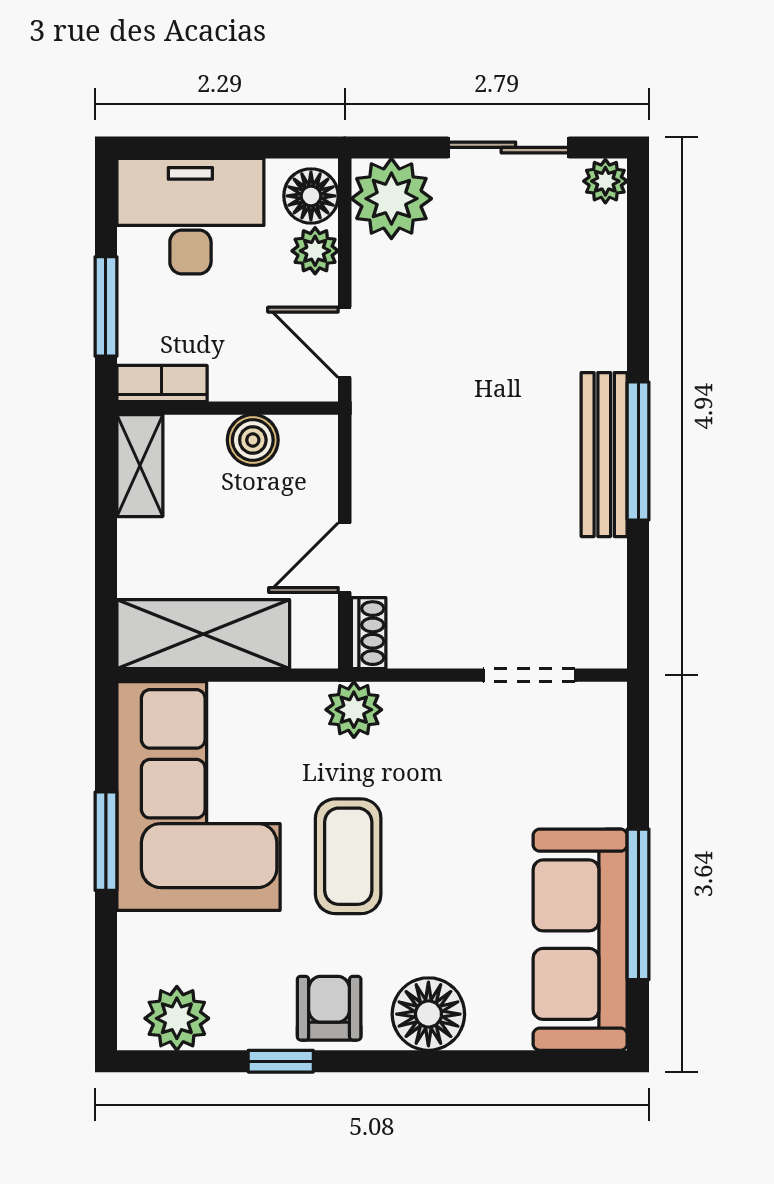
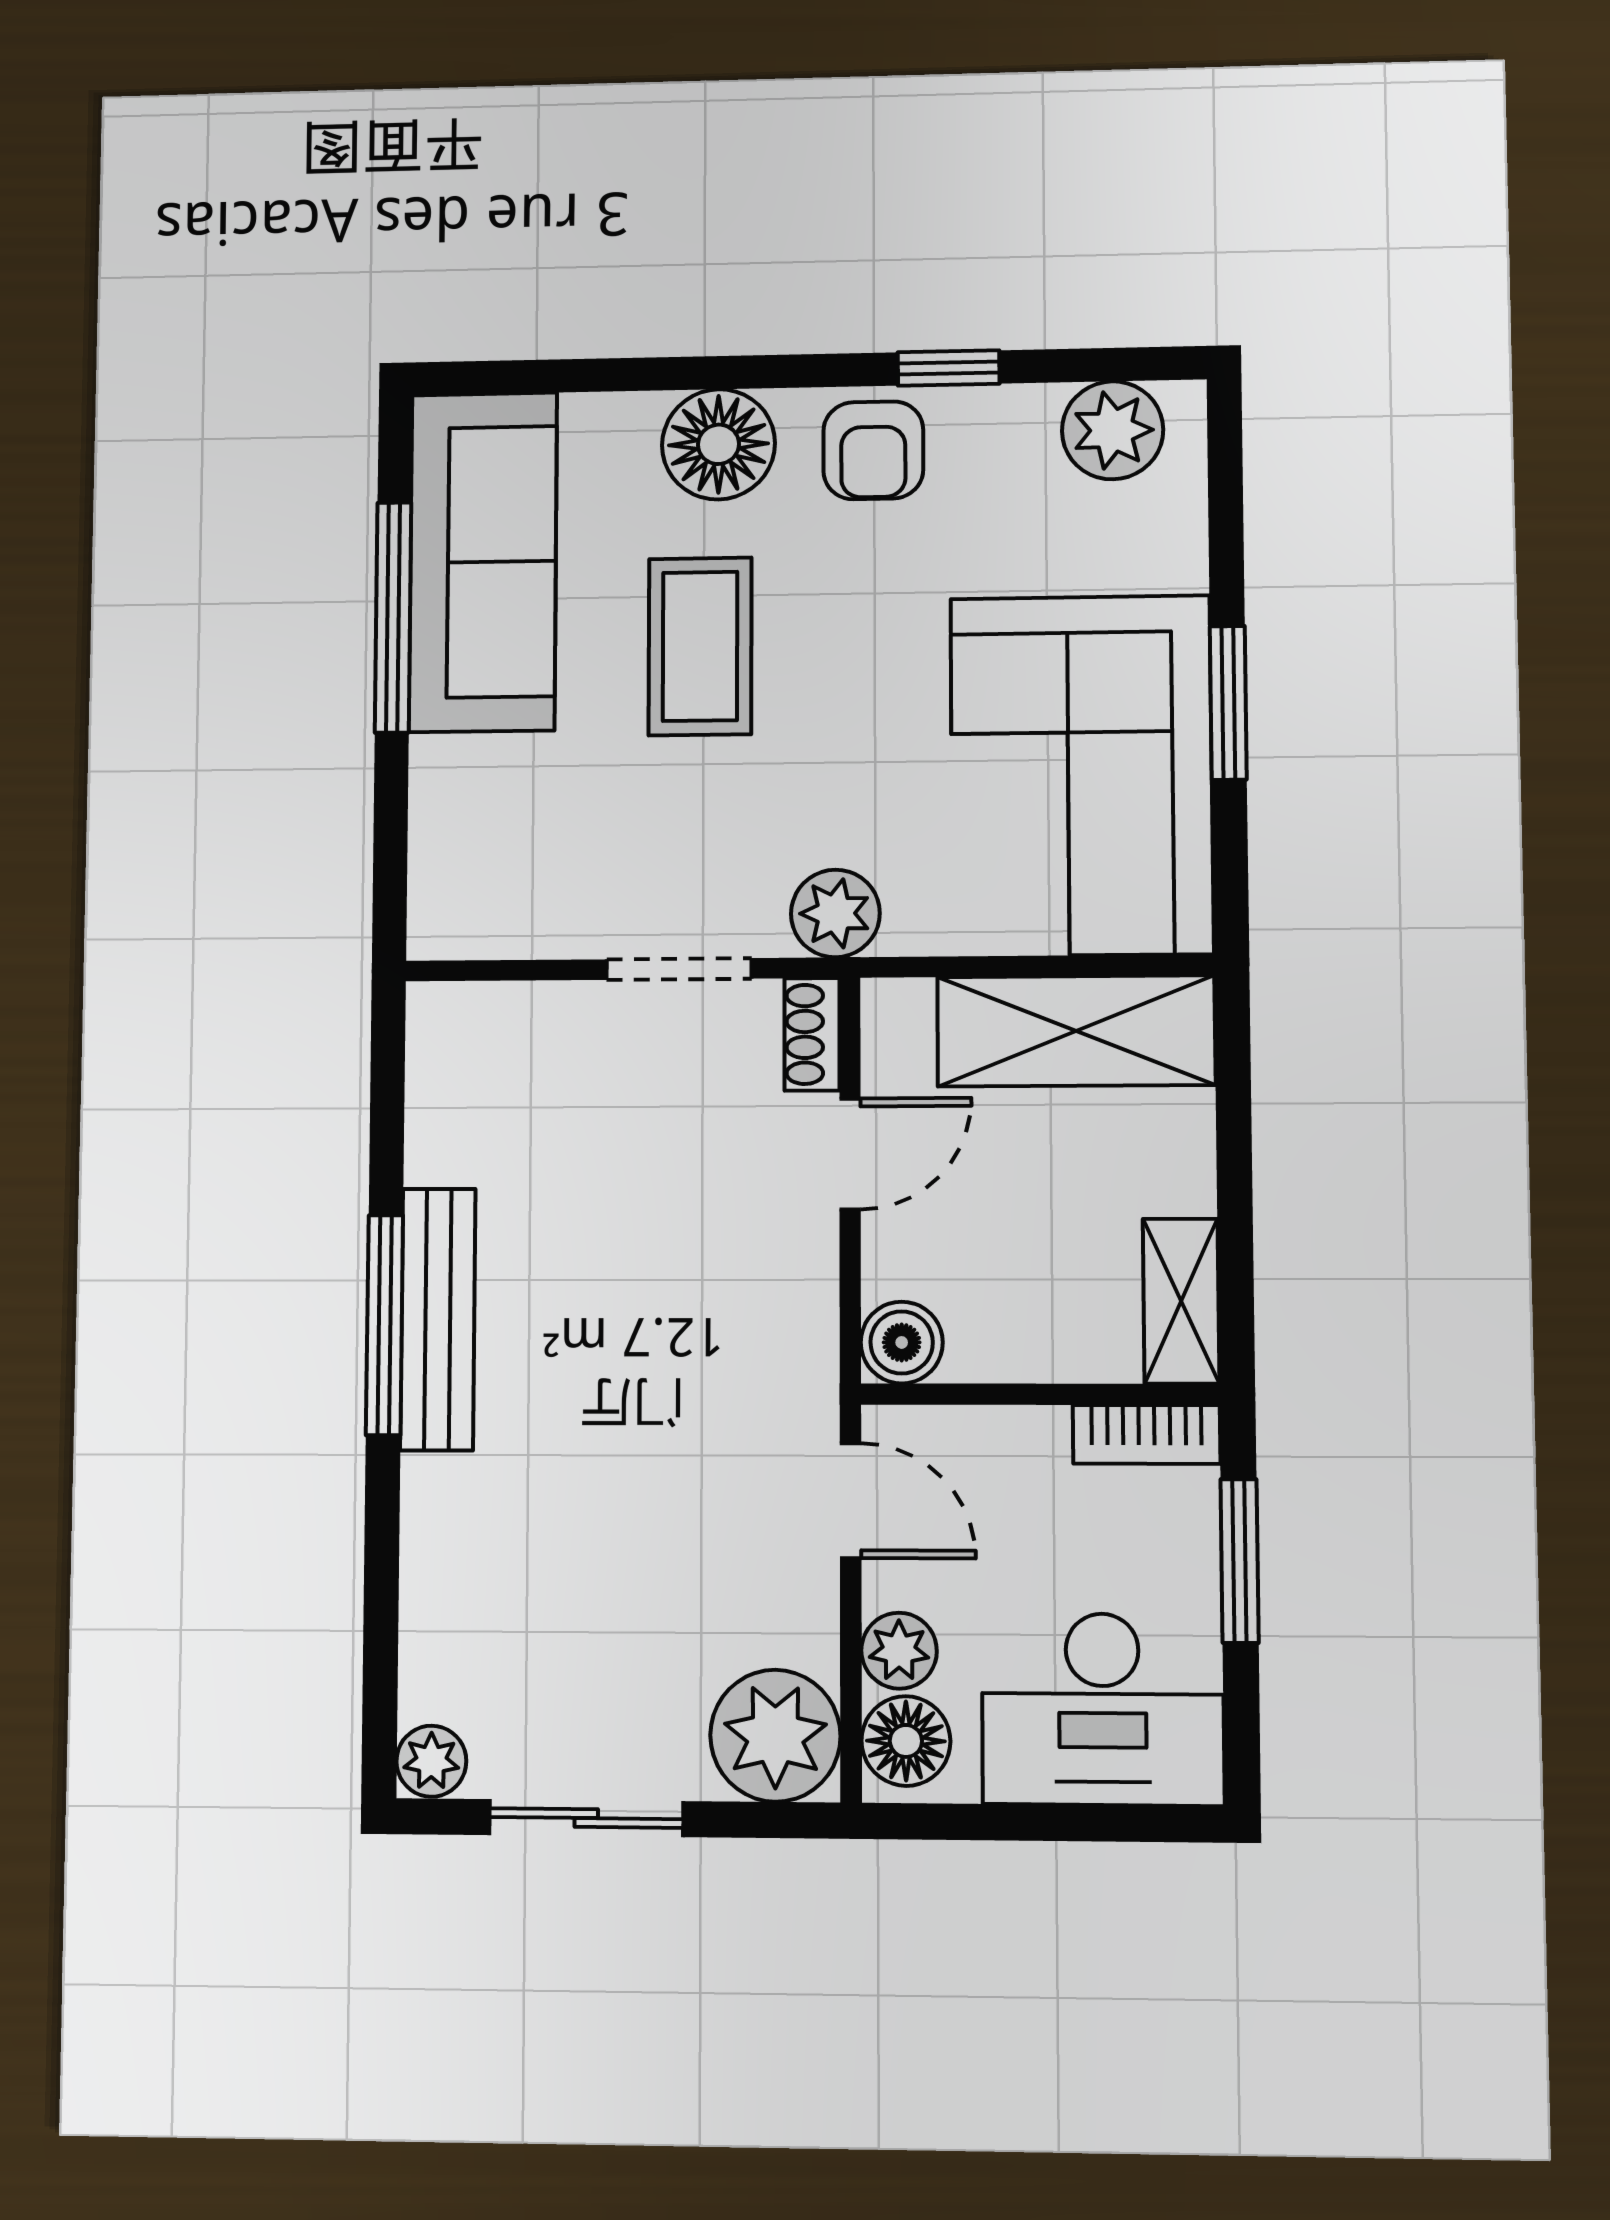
boiler: (253, 440) -> (902, 1342), moved
doorway: (529, 675) -> (679, 969), moved
coffee table: (348, 856) -> (700, 646), moved

